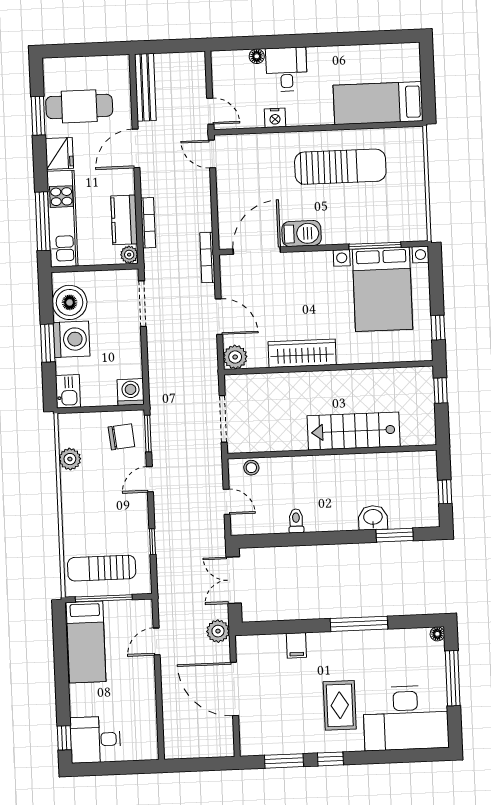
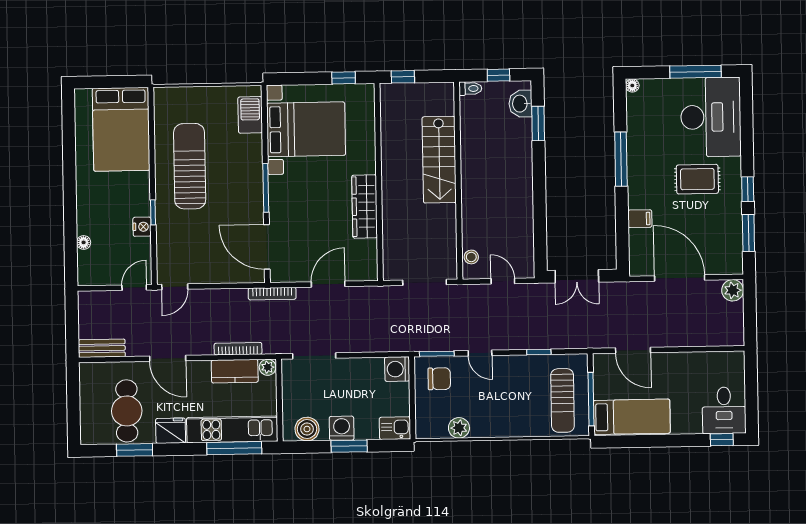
desk: (286, 69) -> (97, 215), removed
bench: (145, 87) -> (102, 348), width x0.73
bed: (378, 103) -> (121, 129), width x1.50
window: (290, 129) -> (153, 212), added
barbecue: (302, 234) -> (250, 115), moved
window: (375, 246) -> (266, 188), moved
boiler: (70, 302) -> (307, 429), width x0.73, depth x0.73
washing machine: (71, 339) -> (342, 428), width x0.73, depth x0.73
plant: (235, 357) -> (367, 270), removed
chair: (121, 437) -> (439, 379), turned 96
door: (227, 502) -> (503, 281), hinge flipped
washbasin: (373, 518) -> (520, 104), moved
toilet: (296, 521) -> (470, 89), moved, turned 180
plant: (218, 631) -> (733, 290), moved
door: (157, 641) -> (633, 350), width x1.38
window: (453, 678) -> (695, 72), moved
door: (234, 689) -> (680, 278), swing flipped

